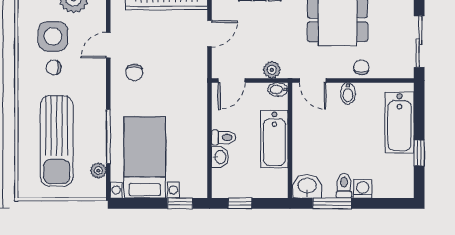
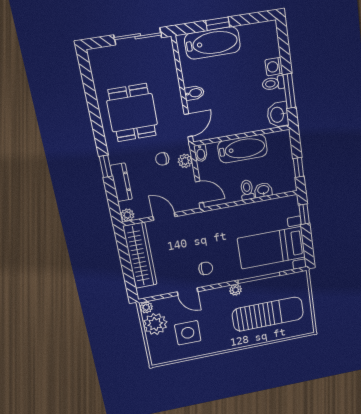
chair: (54, 67) -> (212, 327), removed
chair: (361, 67) -> (162, 159), moved
window: (419, 153) -> (218, 24), moved
plant: (98, 171) -> (236, 290), moved

